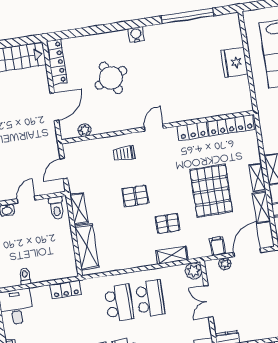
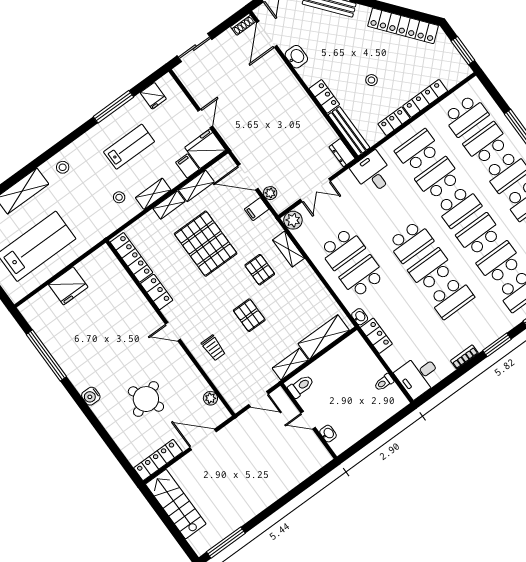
pallet: (211, 191) -> (206, 244), turned 90
washbasin: (88, 284) -> (360, 317), added
school desk: (150, 298) -> (342, 249), turned 180

